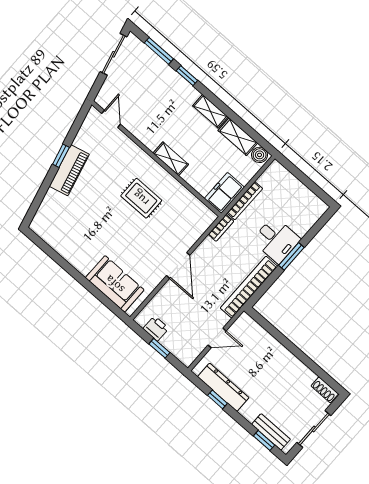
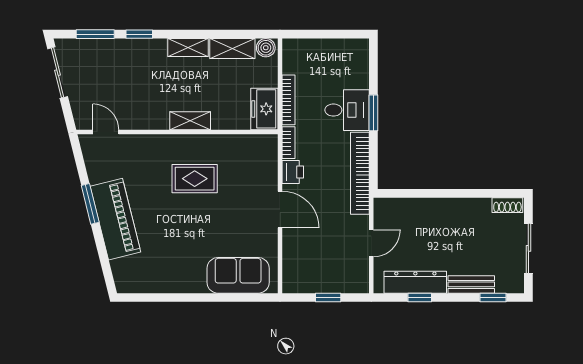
window: (61, 156) -> (90, 204), width x1.50
piano: (69, 170) -> (115, 219), width x1.37, depth x1.33
printer: (156, 328) -> (293, 172), moved, turned 90
bench: (271, 432) -> (471, 284), moved

